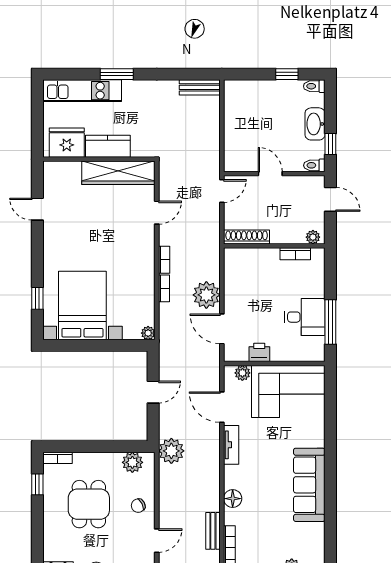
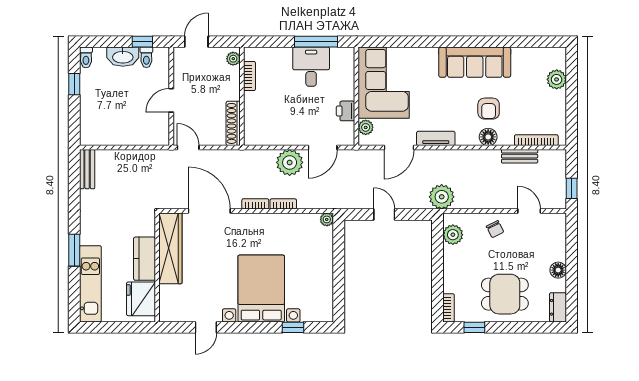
toilet: (314, 165) -> (146, 57), moved
door: (157, 213) -> (209, 211), width x1.88
bed with nightstands: (82, 306) -> (261, 289), moved, turned 90
armchair: (262, 499) -> (489, 109), added
dining table: (89, 504) -> (505, 294), moved

